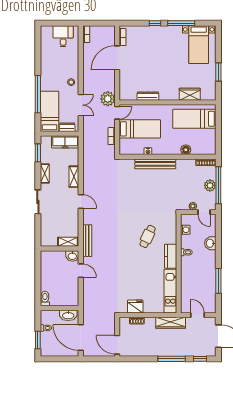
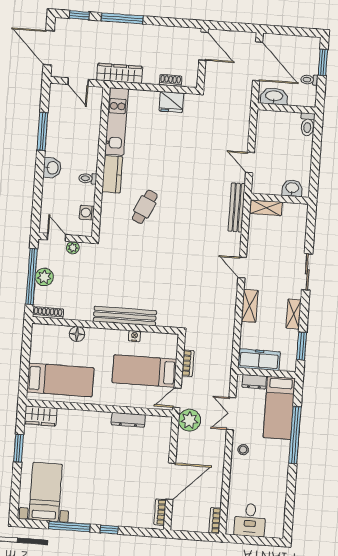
wardrobe: (190, 94) -> (41, 416), moved
washbasin: (210, 243) -> (52, 168), moved
washbasin: (72, 256) -> (292, 188), moved

